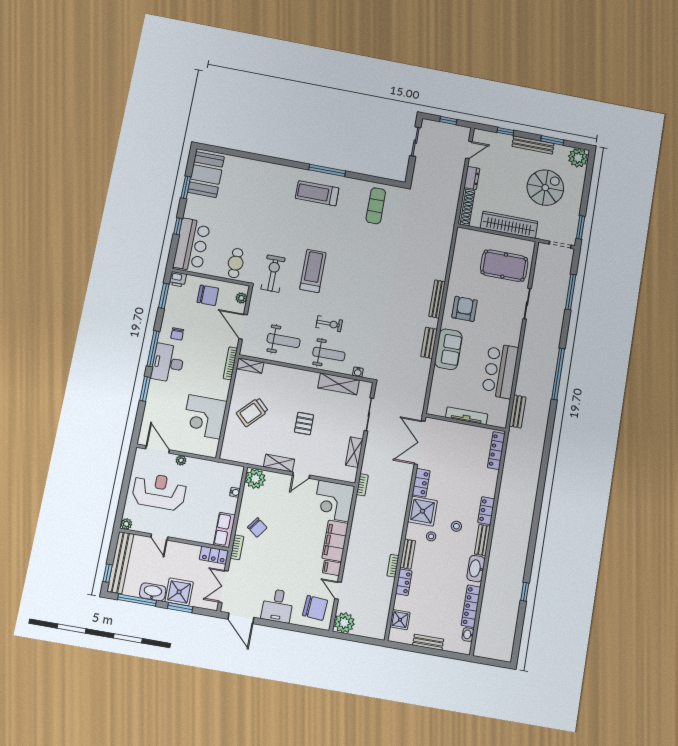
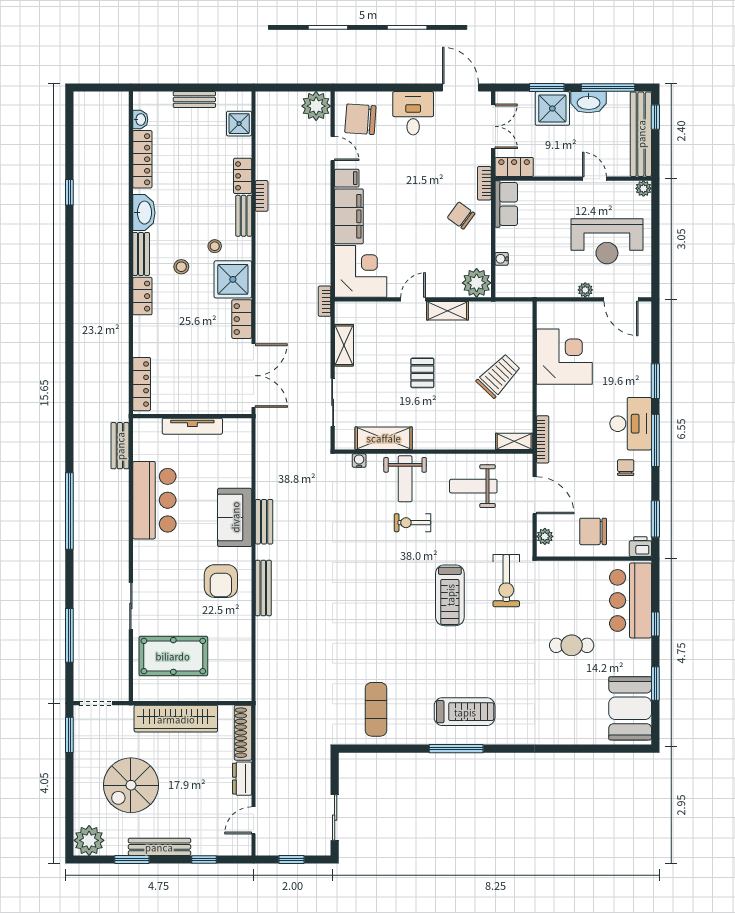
cafe table: (236, 263) -> (572, 645), moved, turned 90
weight bench: (329, 354) -> (405, 479), turned -90

